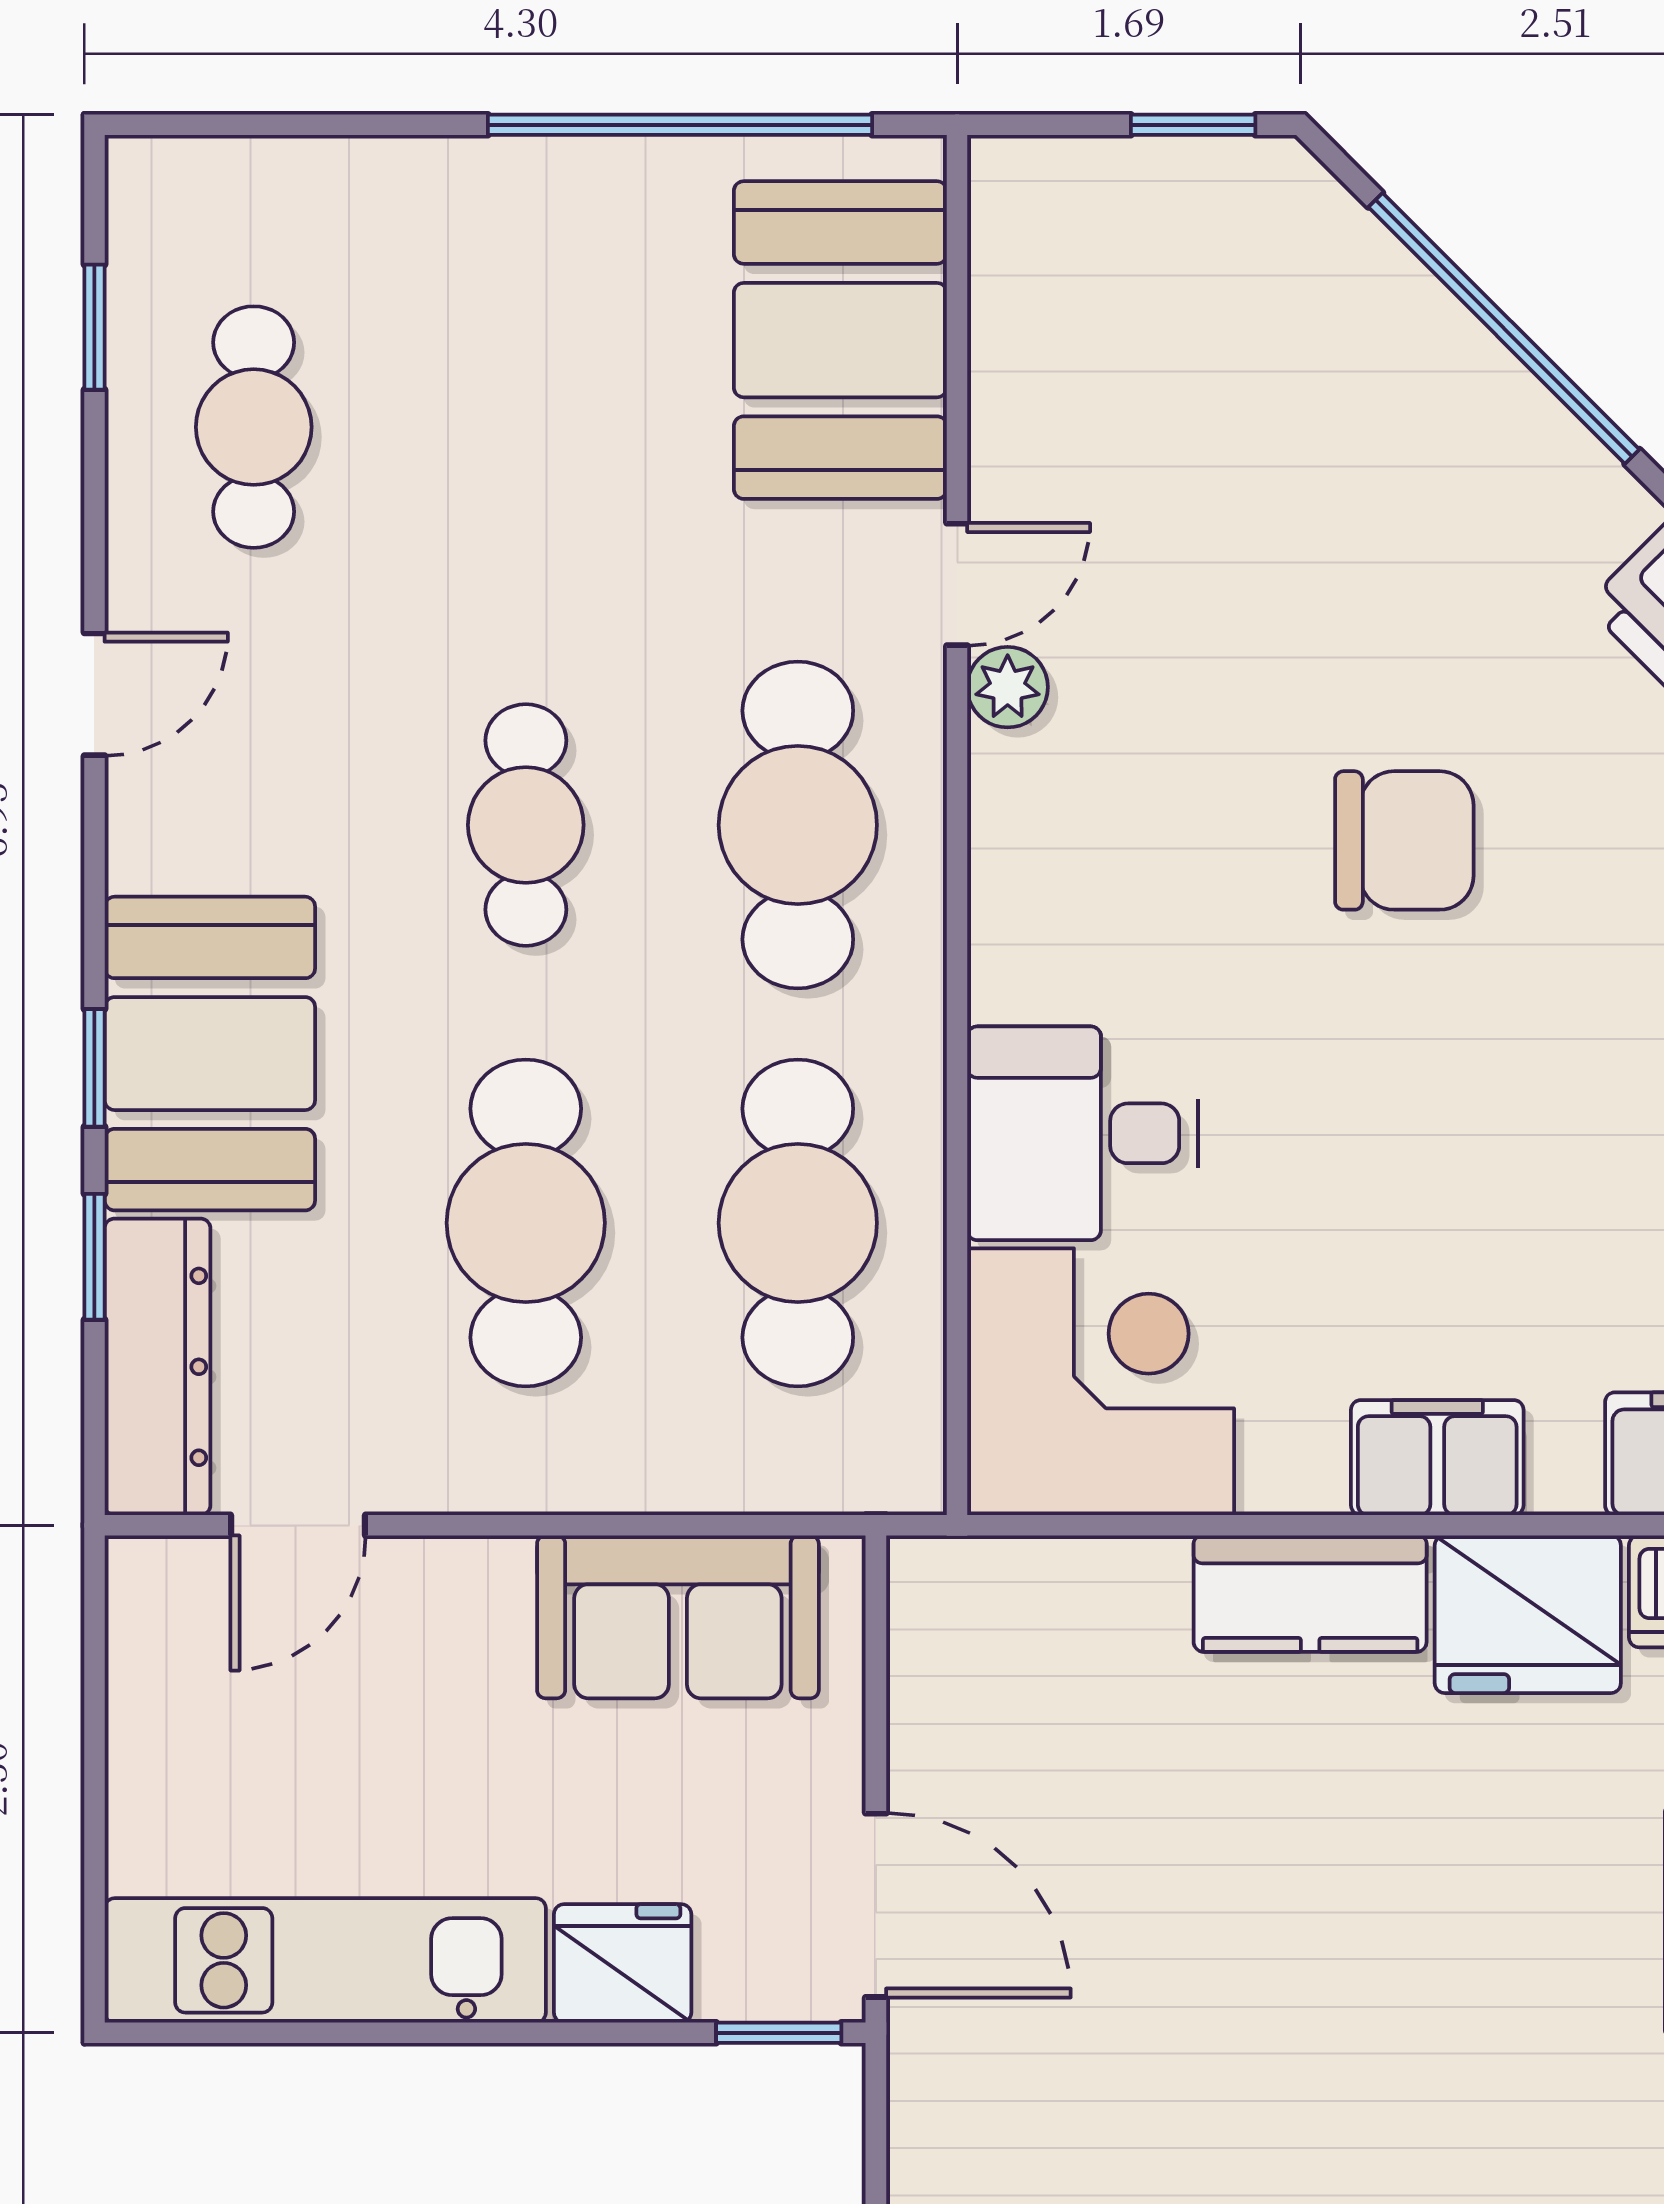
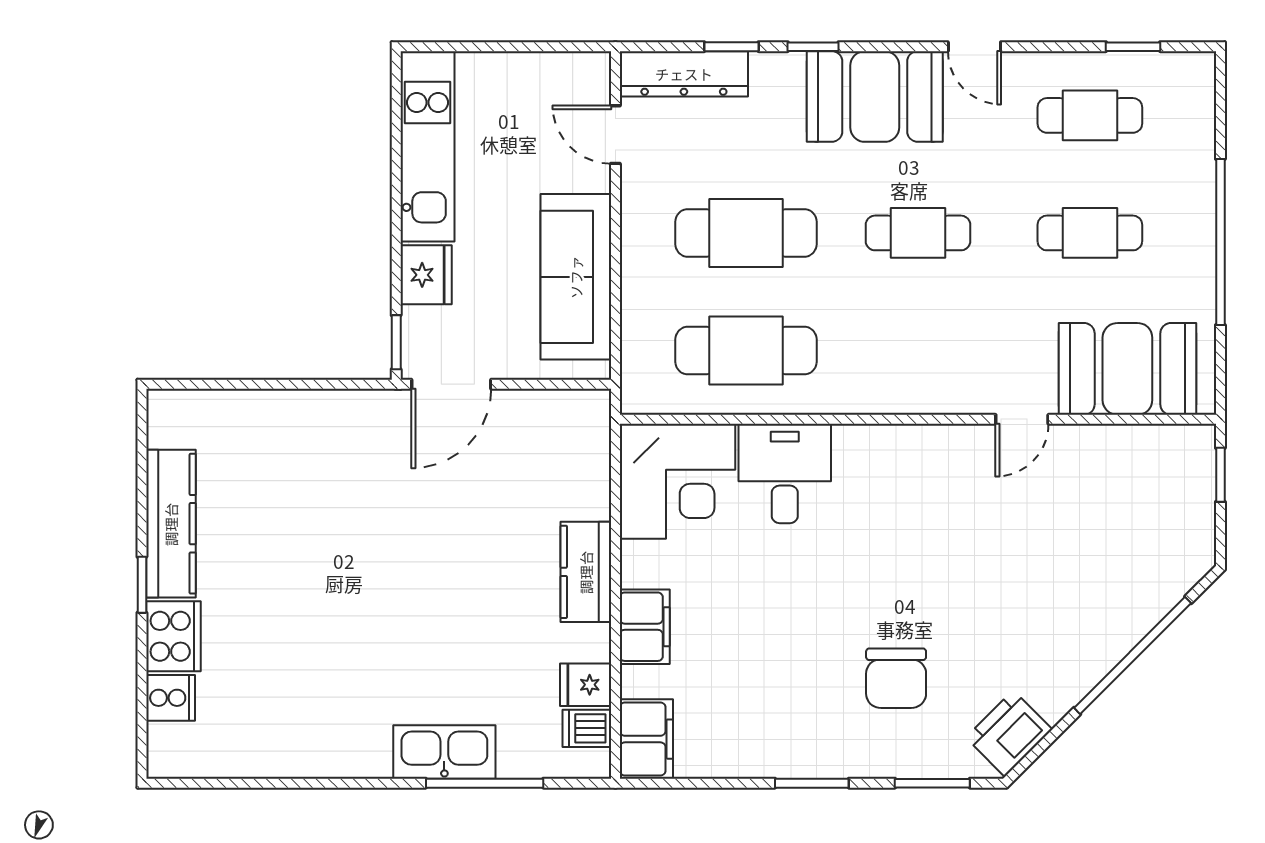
window: (680, 125) -> (1220, 242), moved
window: (1193, 125) -> (1220, 475), moved
door: (957, 584) -> (1022, 419), hinge flipped
plant: (1008, 687) -> (978, 441), removed
cafe table: (798, 825) -> (1090, 233), moved, width x0.73, depth x0.74
chair: (1404, 840) -> (896, 678), moved
booth: (210, 1054) -> (875, 97), moved
fridge: (1528, 1614) -> (586, 685), width x0.53, depth x0.75
sofa: (678, 1617) -> (576, 277), width x1.36

